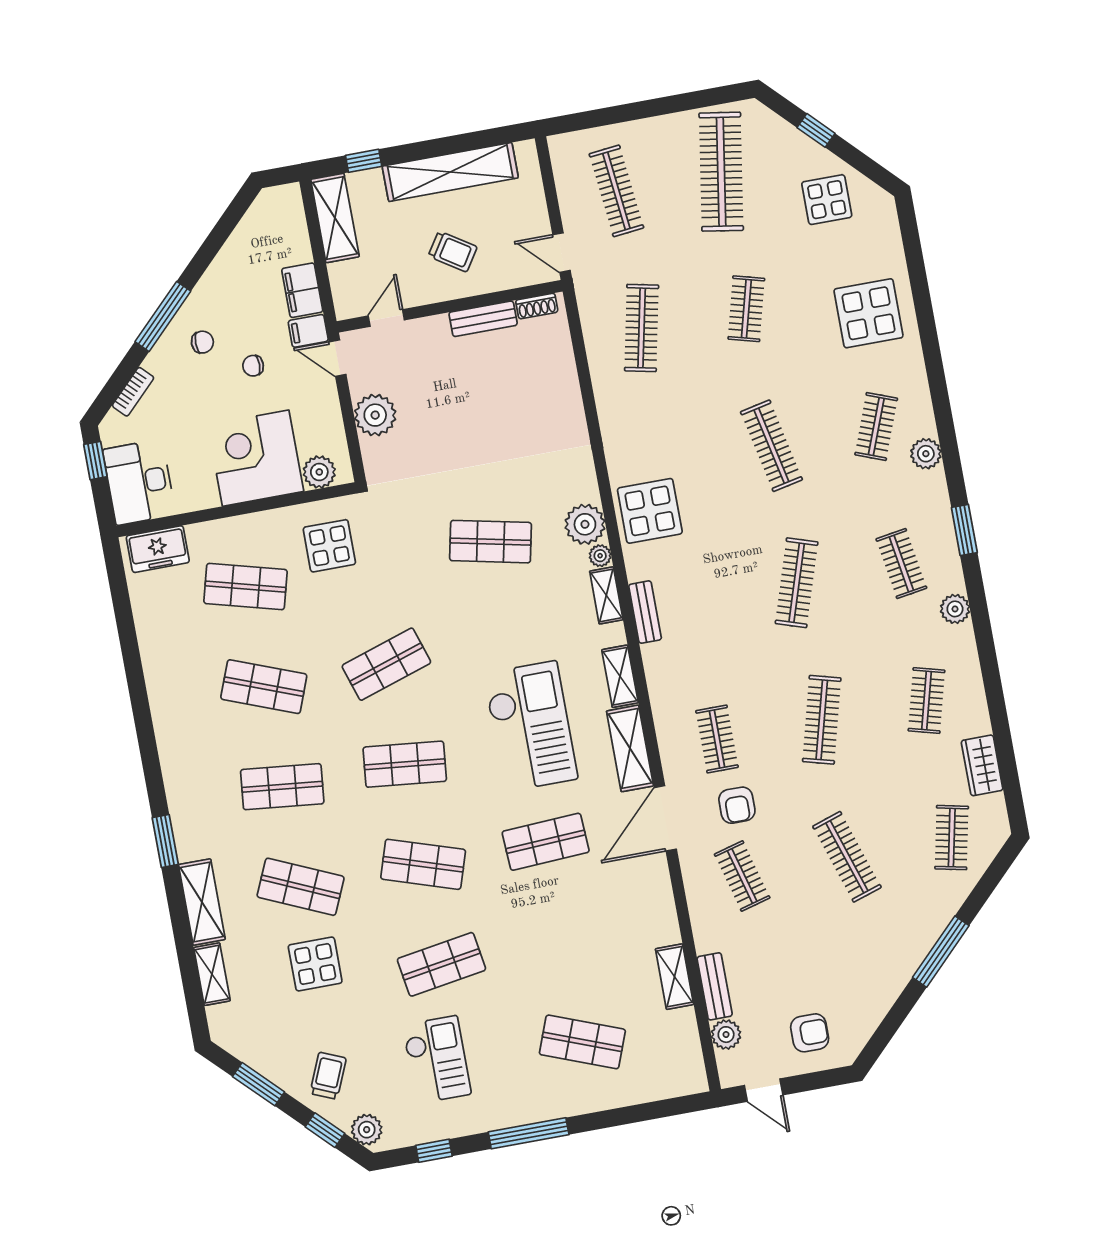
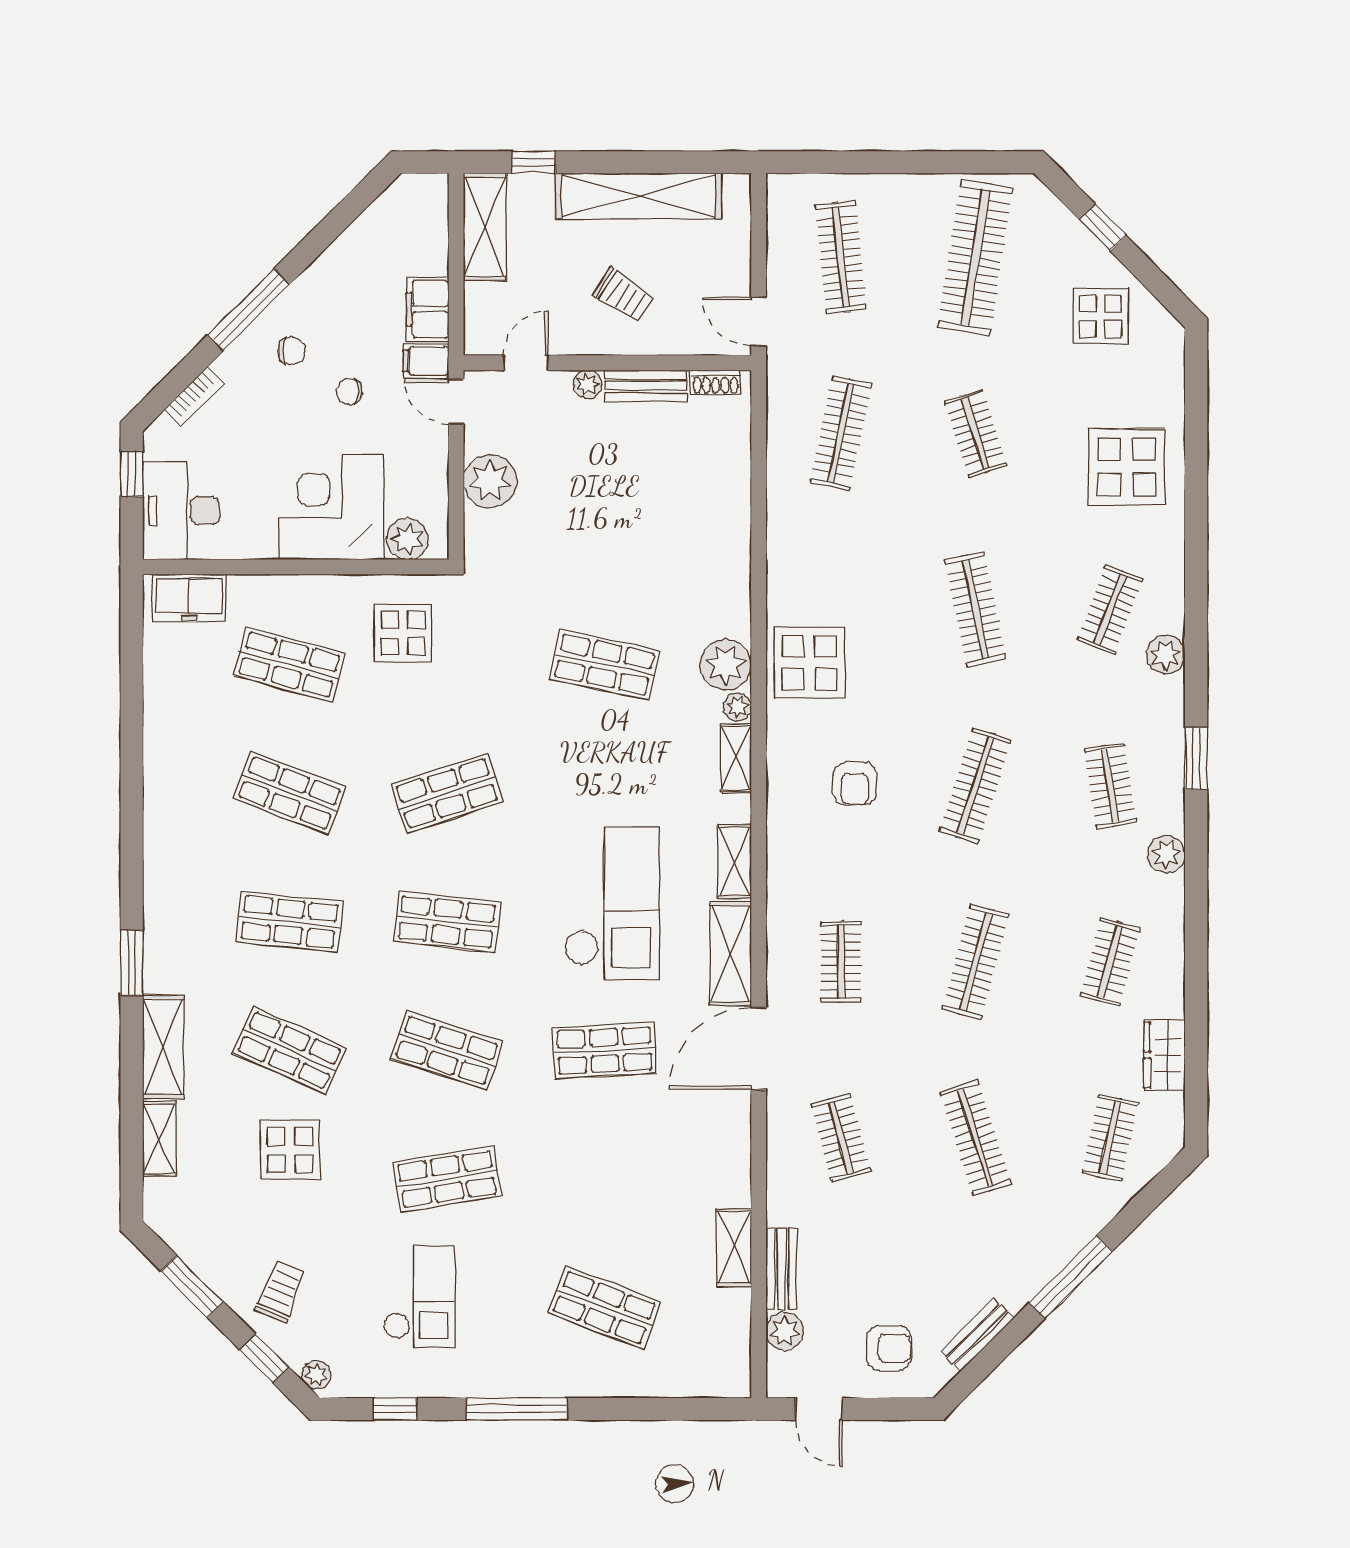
clothes rail: (746, 309) -> (976, 433), turned -33
plant: (437, 326) -> (587, 384), added
bench: (645, 612) -> (977, 1335), moved, turned 45
armchair: (737, 805) -> (855, 784), moved
plant: (367, 1130) -> (316, 1375), width x0.73, depth x0.73

